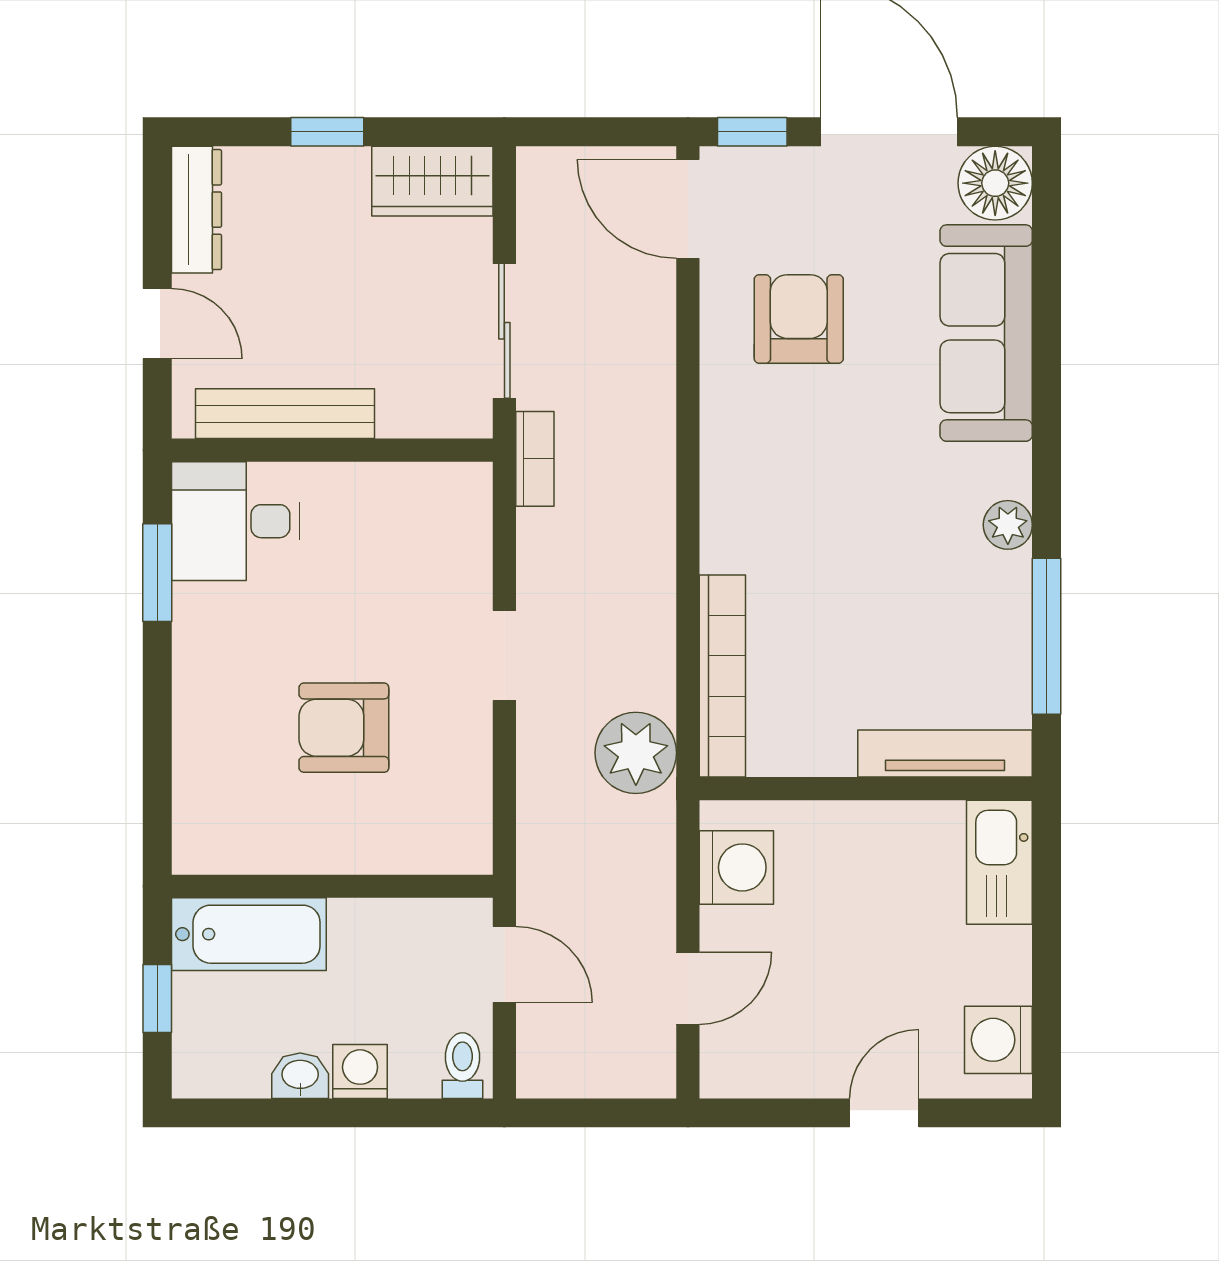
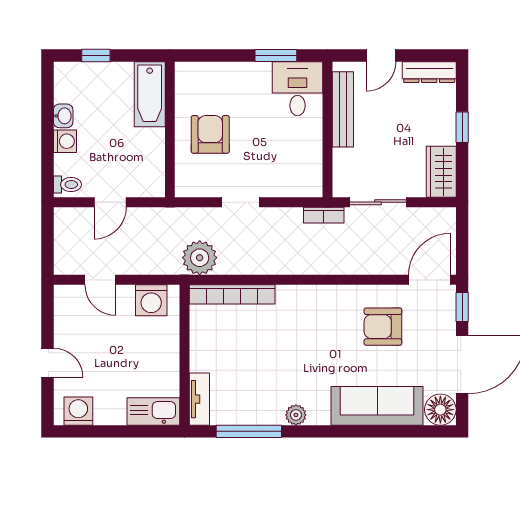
armchair: (799, 319) -> (383, 327), turned 180
tv unit: (945, 754) -> (199, 399), width x0.71
wall: (332, 886) -> (170, 129), moved
bathtub: (249, 934) -> (150, 94), moved

